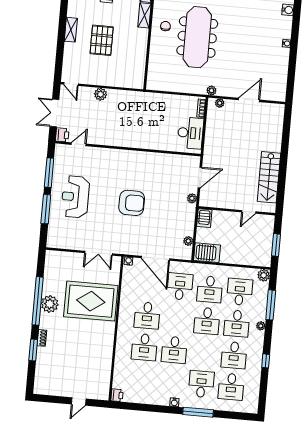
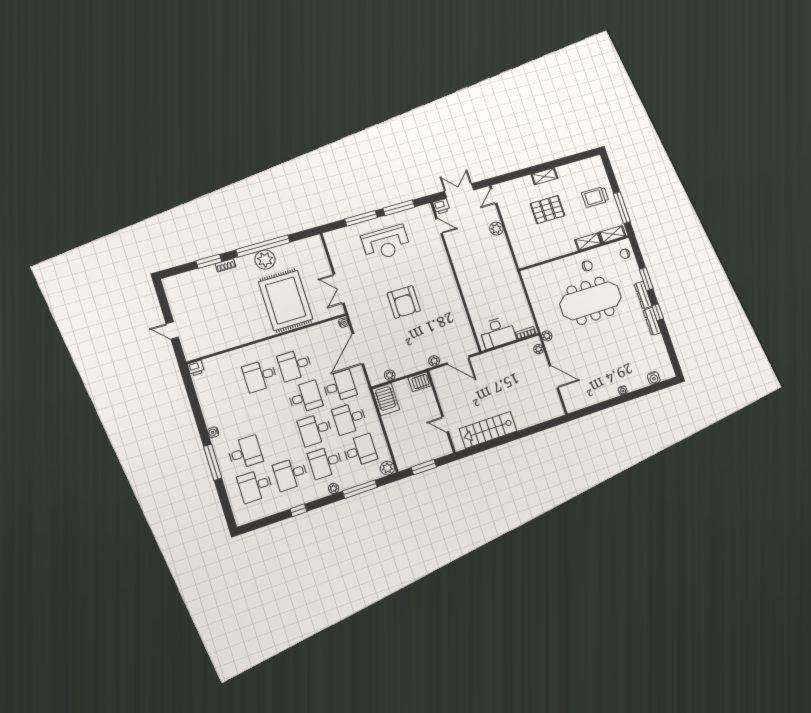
reception desk: (75, 197) -> (386, 243), turned 180
desk: (174, 350) -> (305, 397), moved, turned 180

